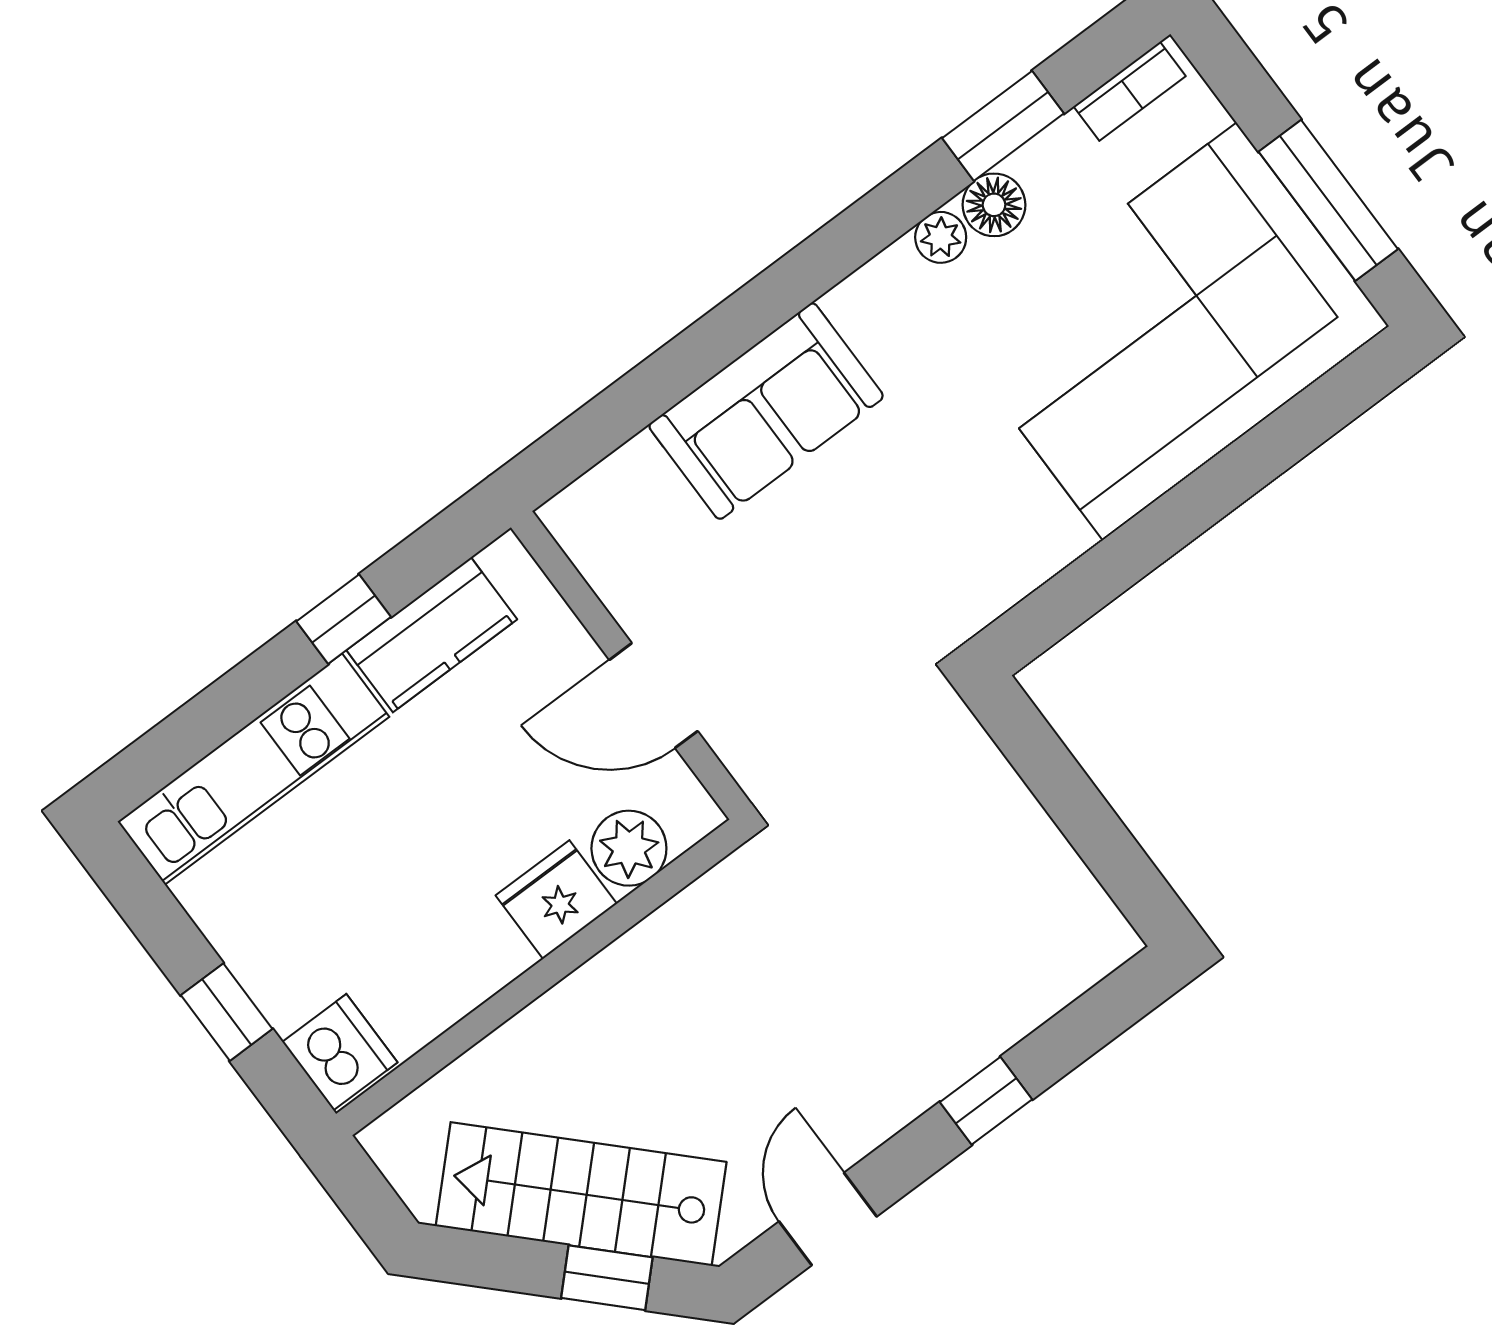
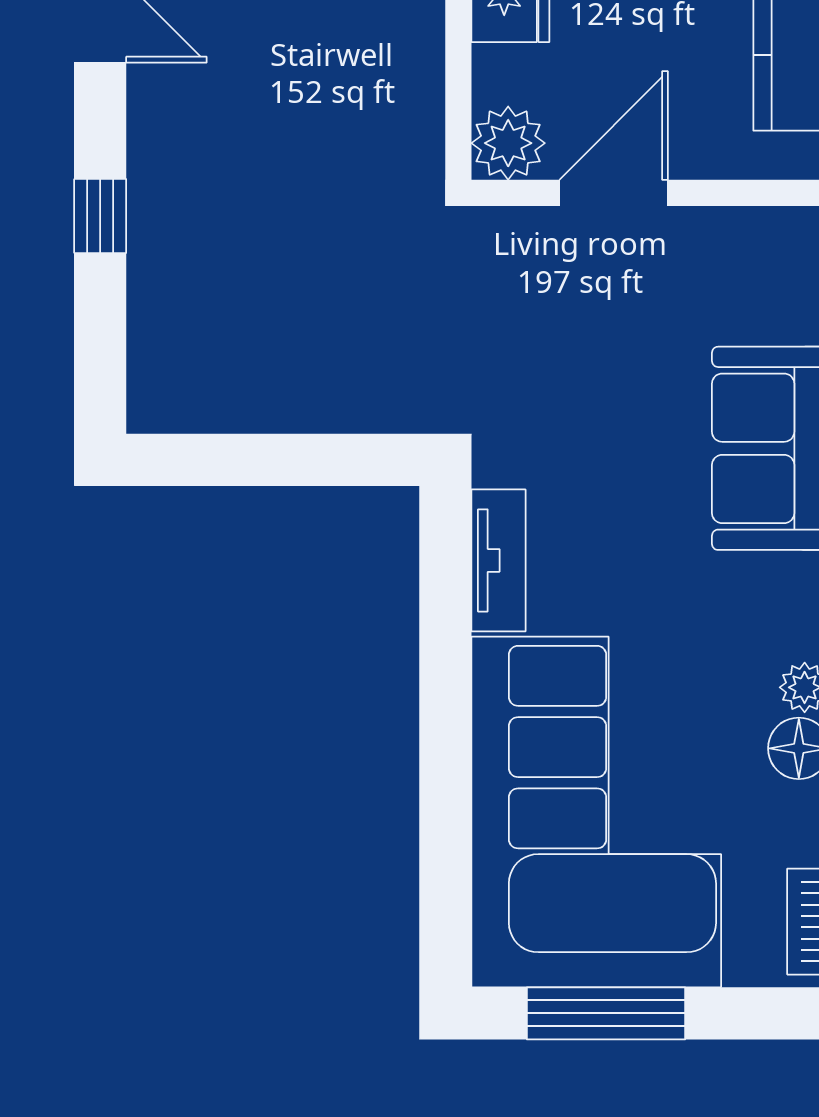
tv unit: (1024, 565) -> (498, 560), added
plant: (629, 848) -> (508, 143), moved

